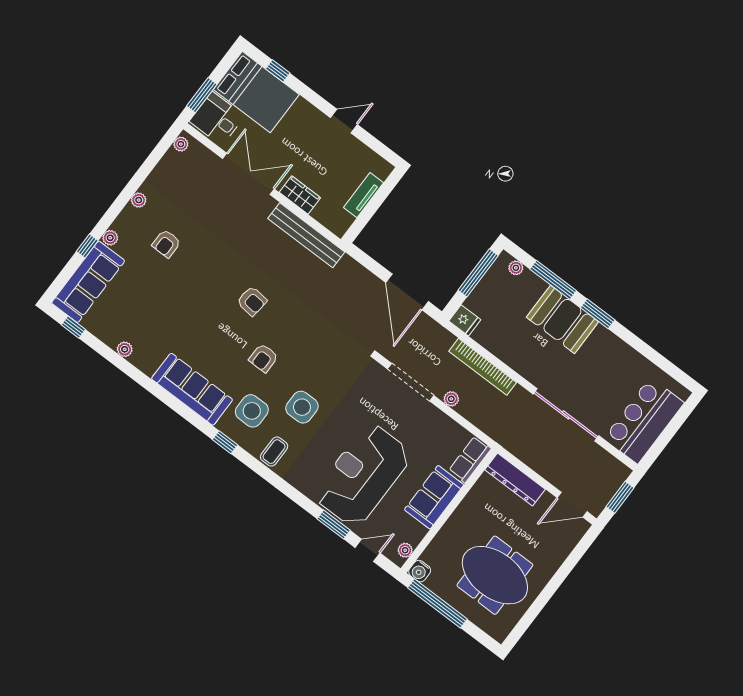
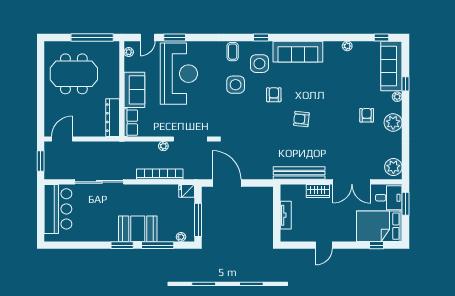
plant: (181, 144) -> (393, 167), width x1.88, depth x1.88
plant: (139, 200) -> (393, 123), width x1.87, depth x1.87
dresser: (515, 479) -> (113, 118), moved, turned -90
water cooler: (420, 571) -> (113, 47), removed

